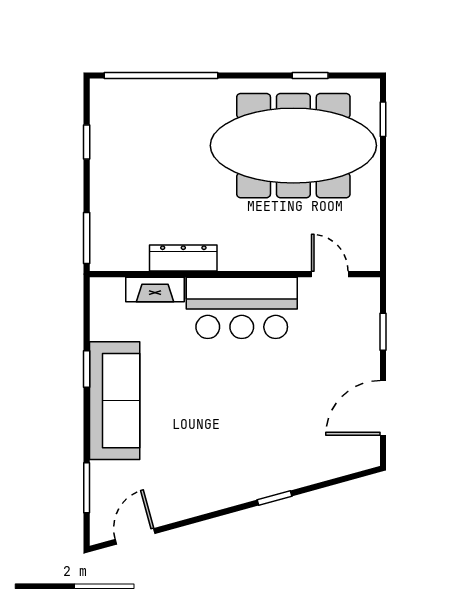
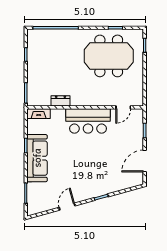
meeting table: (293, 146) -> (109, 56), width x0.73
dresser: (183, 258) -> (60, 101), width x0.70
door: (330, 274) -> (123, 107), swing flipped
fireplace: (155, 289) -> (39, 114), moved
door: (135, 536) -> (67, 207), moved

